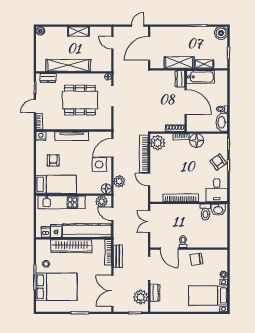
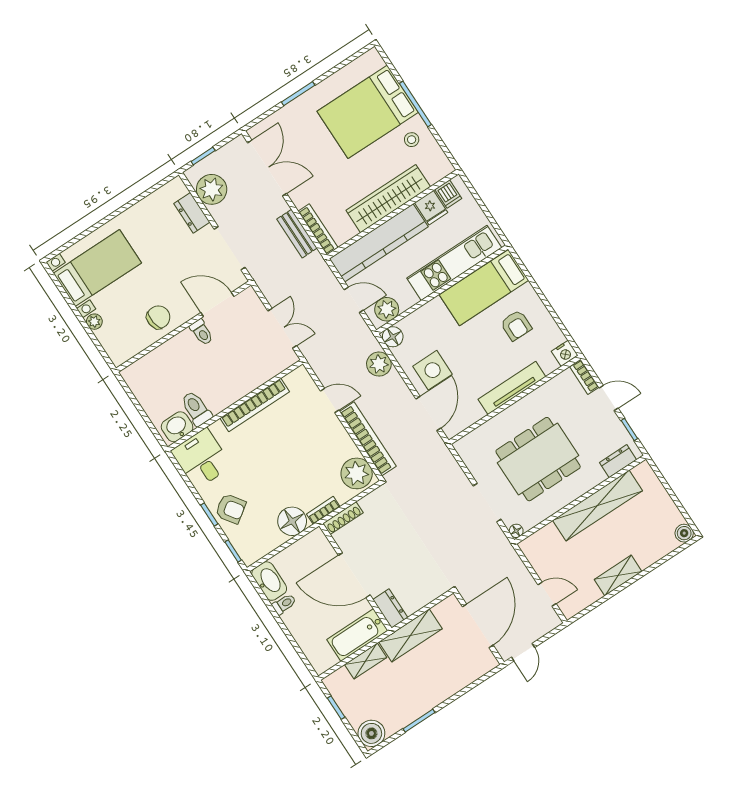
door: (35, 106) -> (609, 398), hinge flipped

